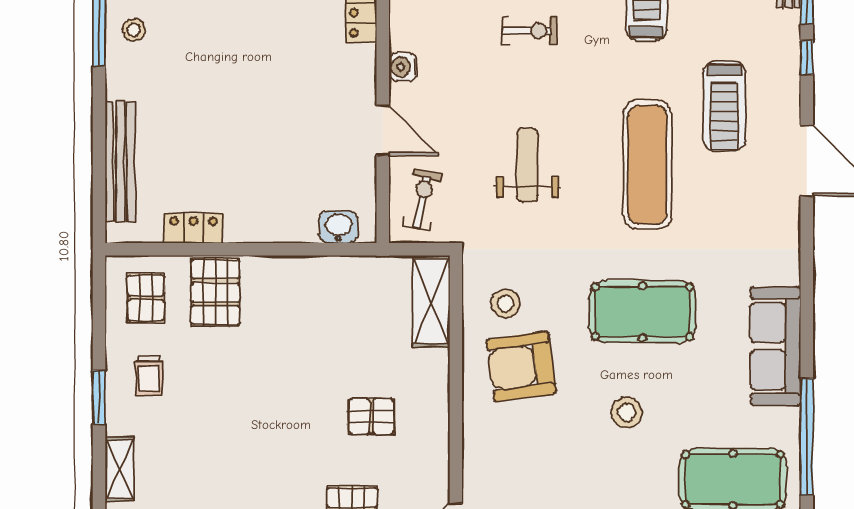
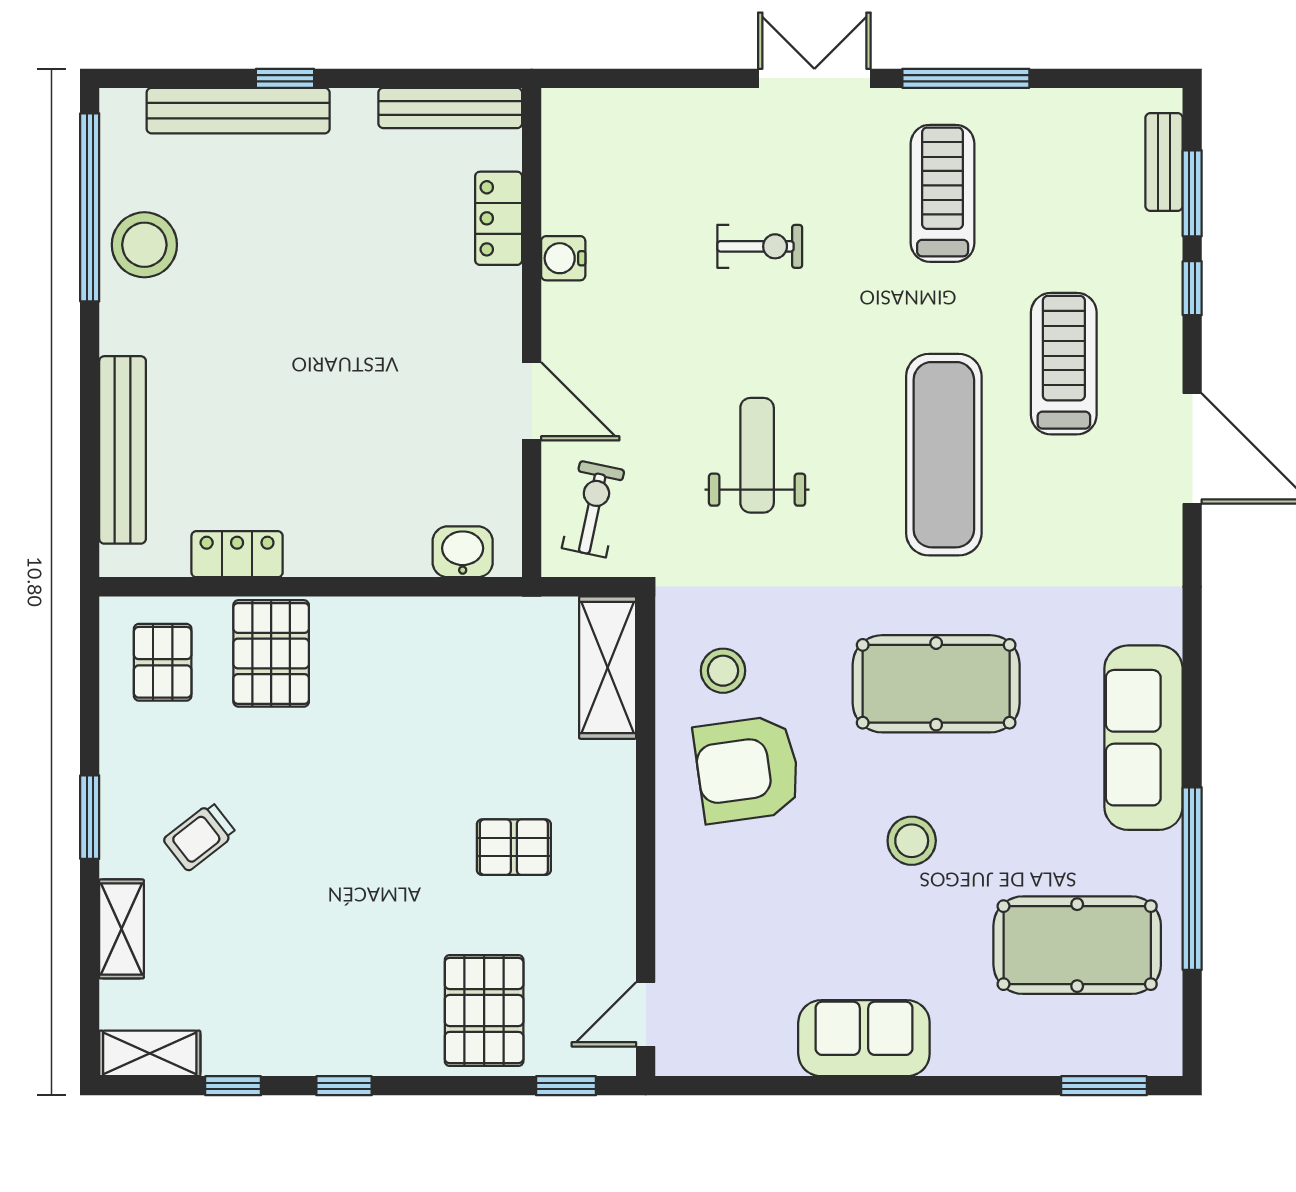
stool: (134, 30) -> (144, 245), width x1.89, depth x1.89
water cooler: (403, 67) -> (563, 258), moved
treadmill: (724, 106) -> (1064, 364), turned 180
trolley: (149, 375) -> (200, 836), moved, turned 52

